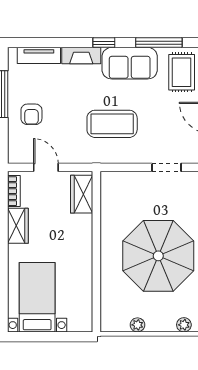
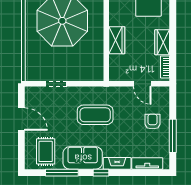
wardrobe: (82, 194) -> (117, 40), moved

